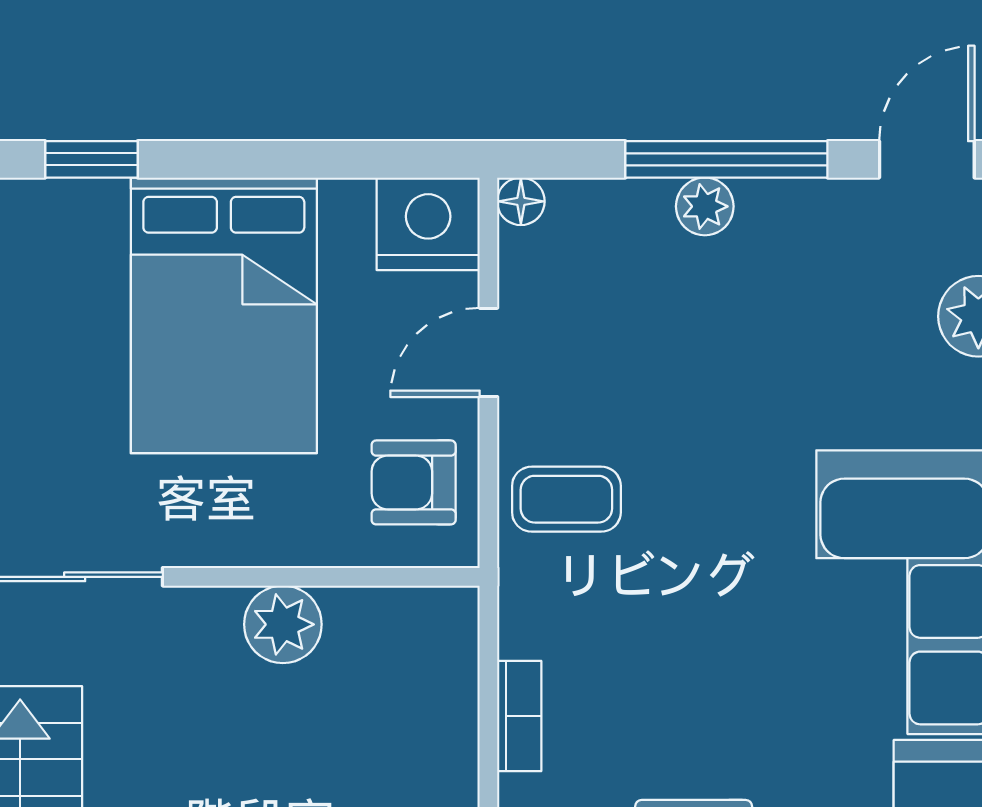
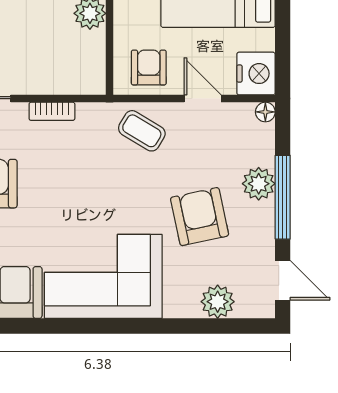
plant: (705, 206) -> (259, 184), width x1.38, depth x1.38
armchair: (773, 360) -> (200, 217), added
coffee table: (566, 499) -> (142, 131), turned -59

